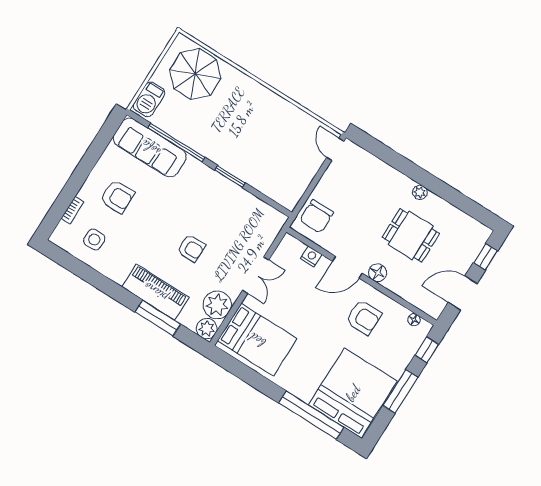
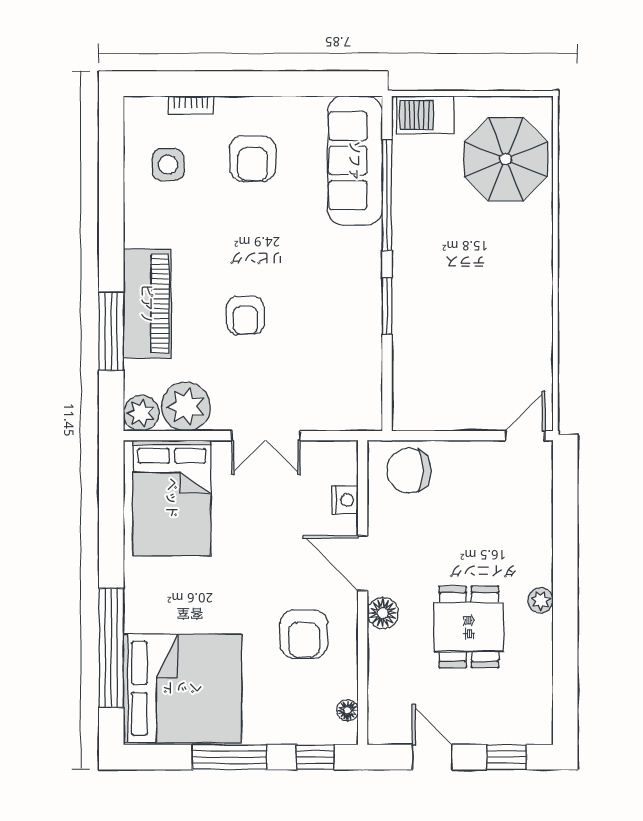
door: (463, 293) -> (432, 757), width x0.73

